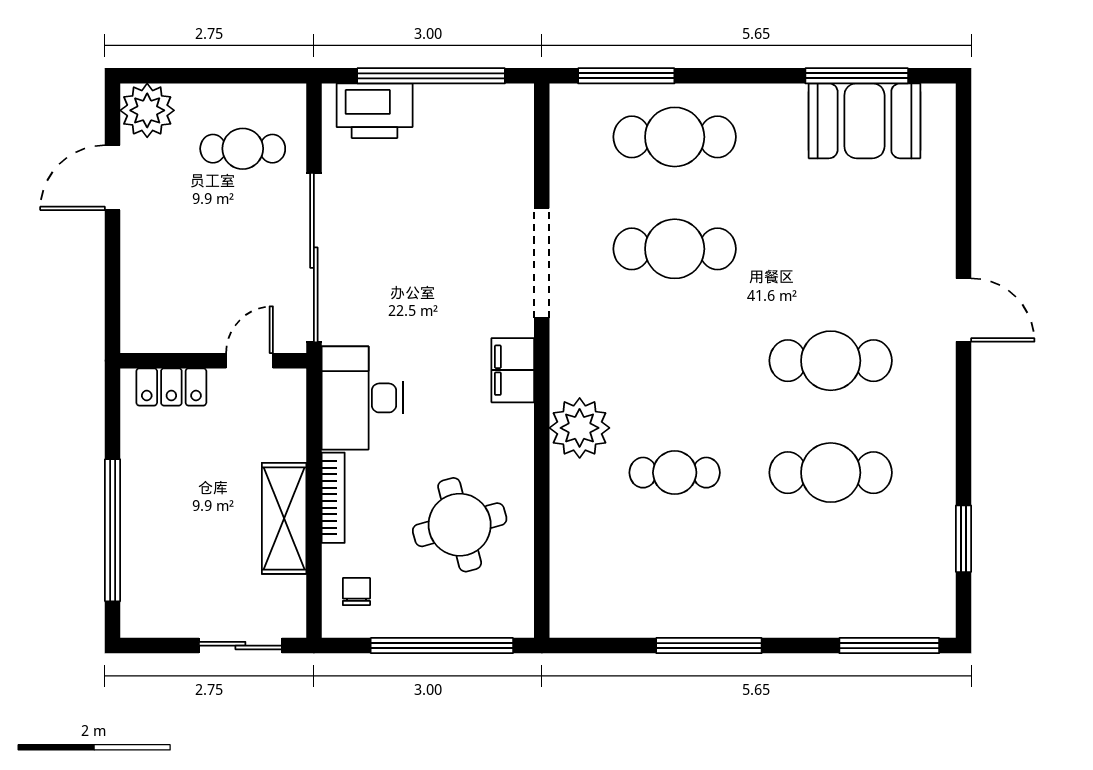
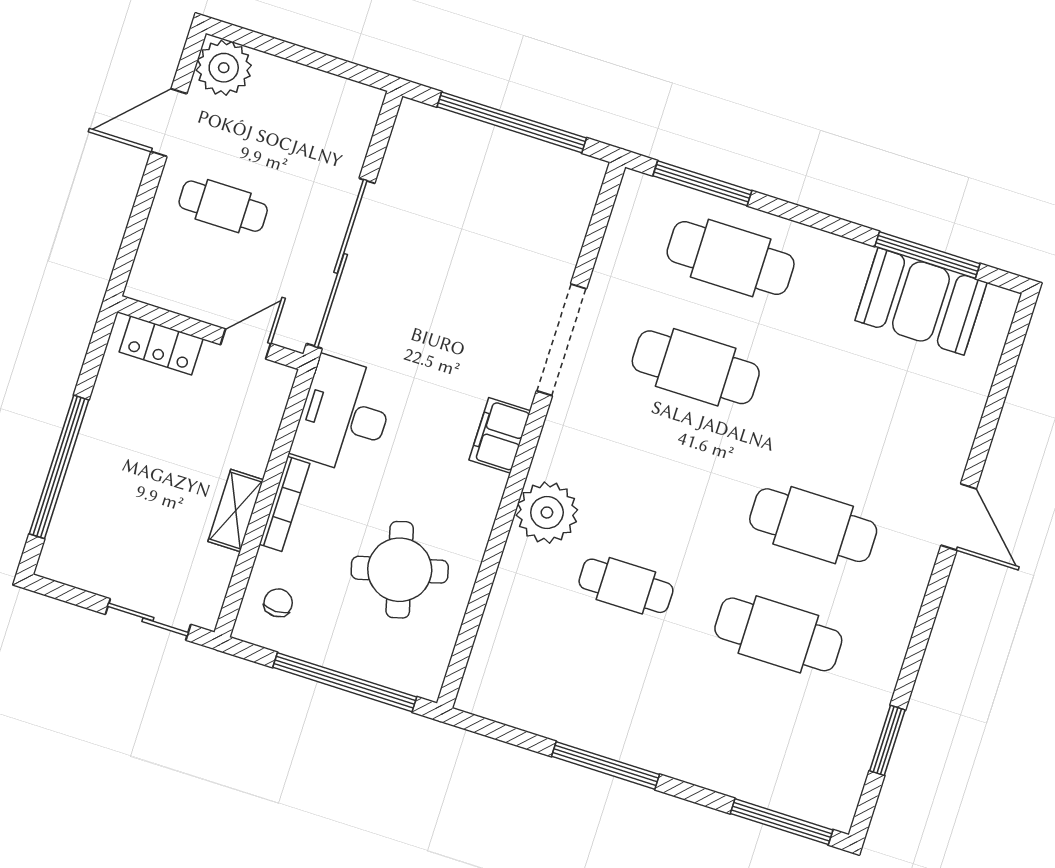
printer: (375, 111) -> (446, 139), removed
cafe table: (243, 149) -> (223, 206), moved
shelving: (284, 518) -> (236, 511), width x0.67, depth x0.75

